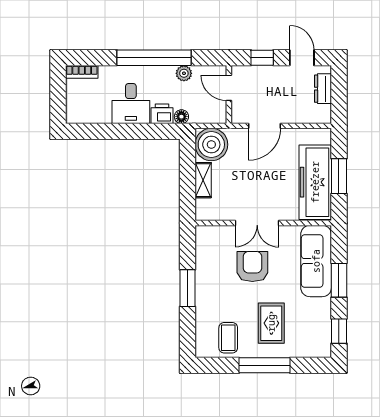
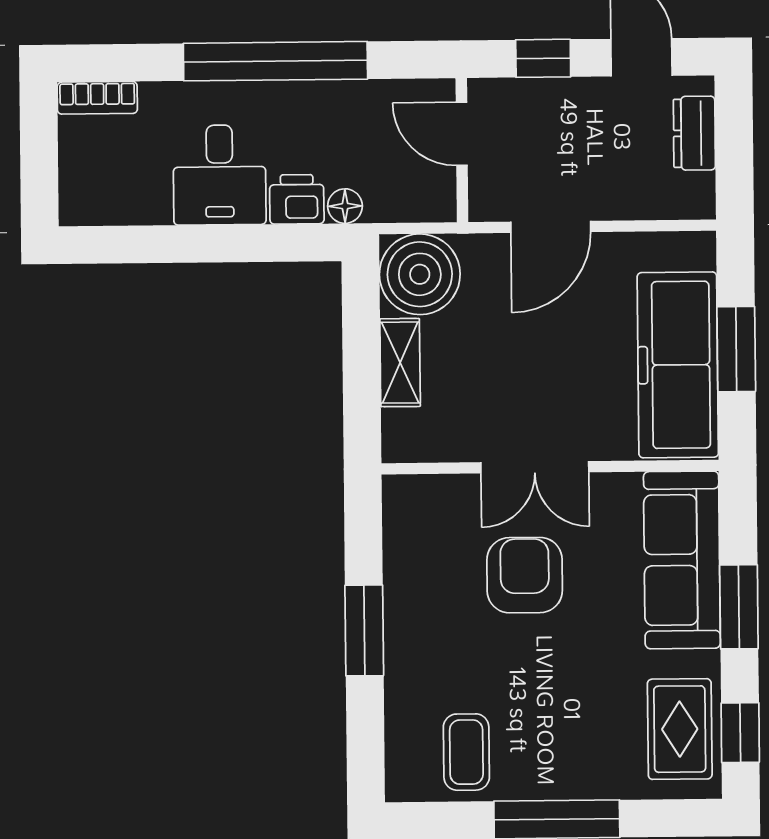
plant: (184, 73) -> (350, 99), removed
rug: (271, 323) -> (680, 729), moved

